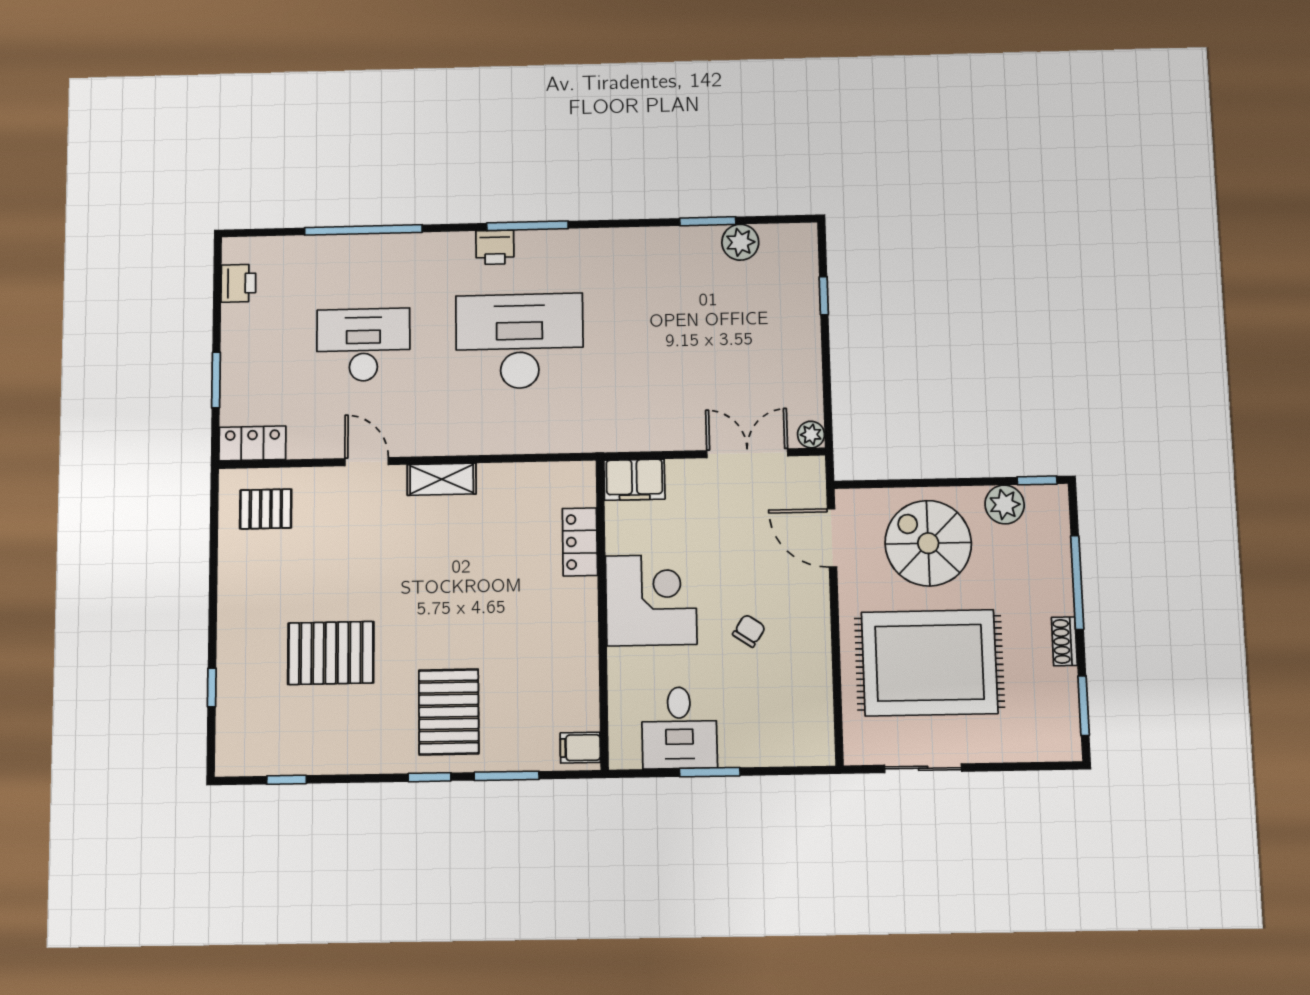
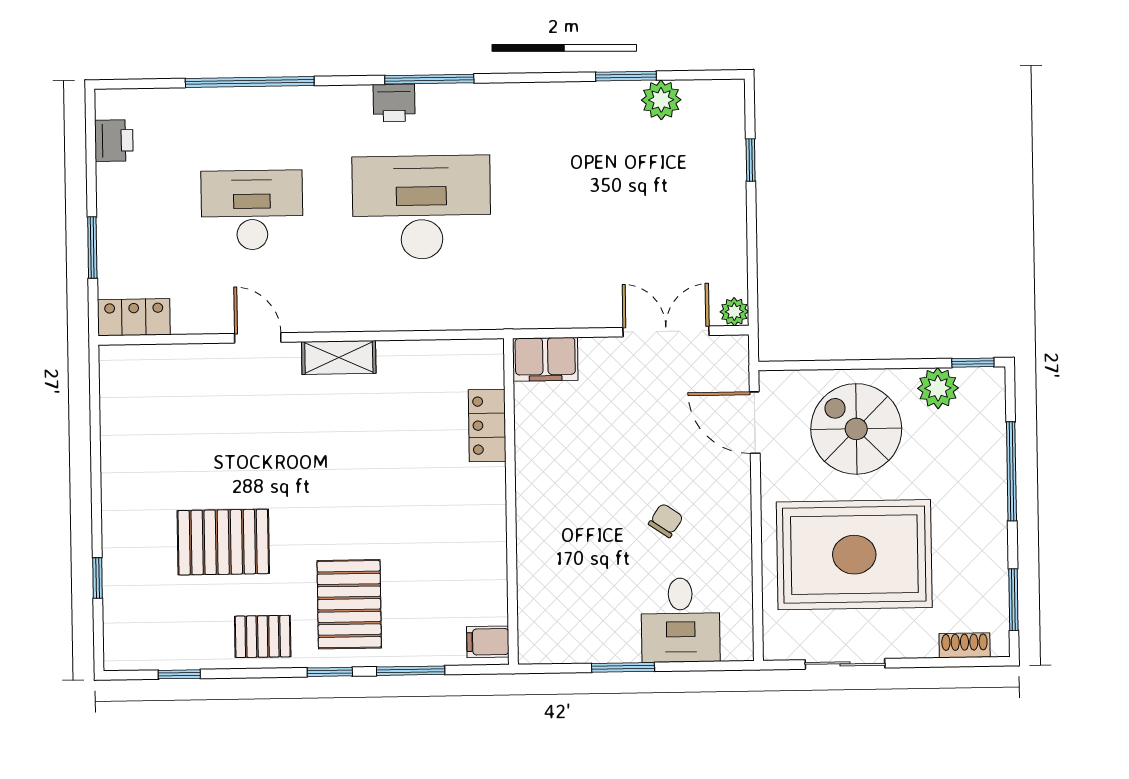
pallet: (266, 509) -> (263, 636), moved
corner desk: (651, 600) -> (563, 488), removed
shoe rack: (1064, 641) -> (965, 645), moved, turned 90
desk: (679, 728) -> (681, 620), moved

